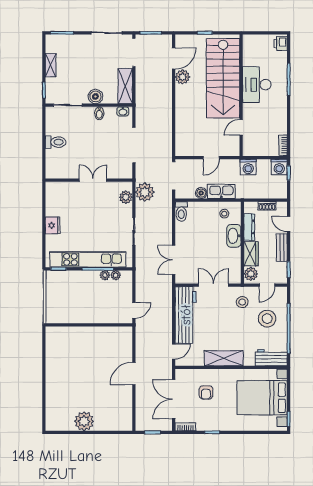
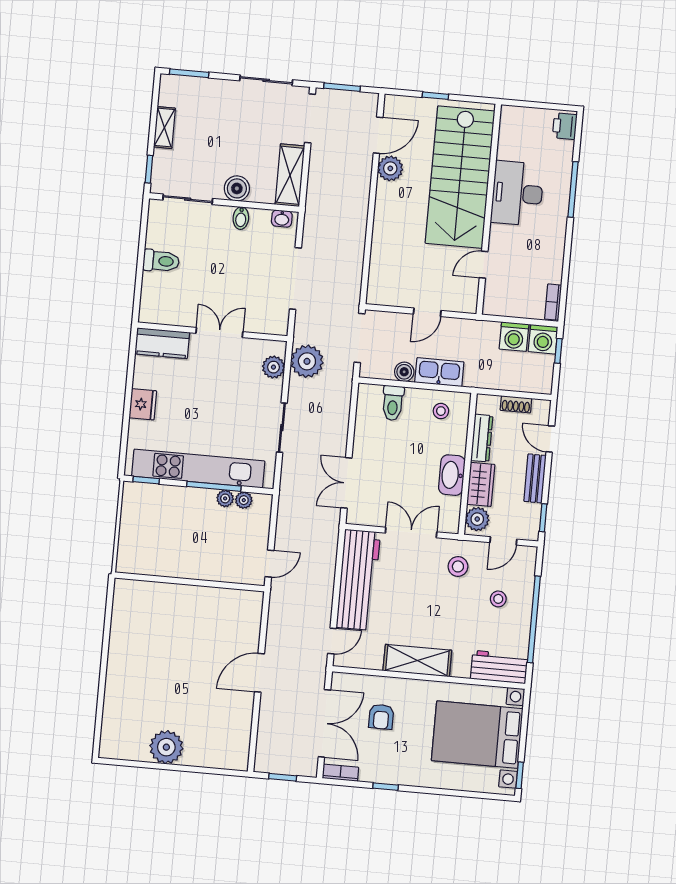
washing machine: (248, 167) -> (514, 337), moved
kitchen counter: (61, 189) -> (162, 343), added
toilet: (181, 212) -> (393, 403), moved
washbasin: (234, 236) -> (452, 475), moved
stool: (267, 319) -> (498, 599), width x0.53, depth x0.53
double door: (174, 399) -> (324, 723), swing flipped

